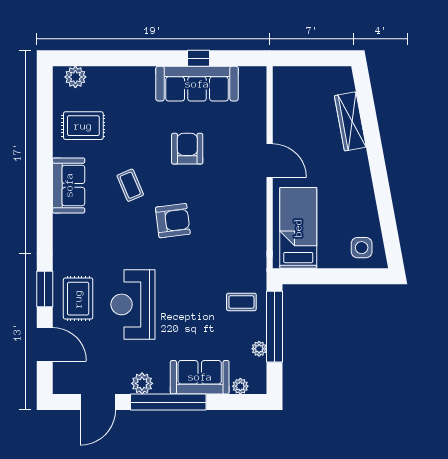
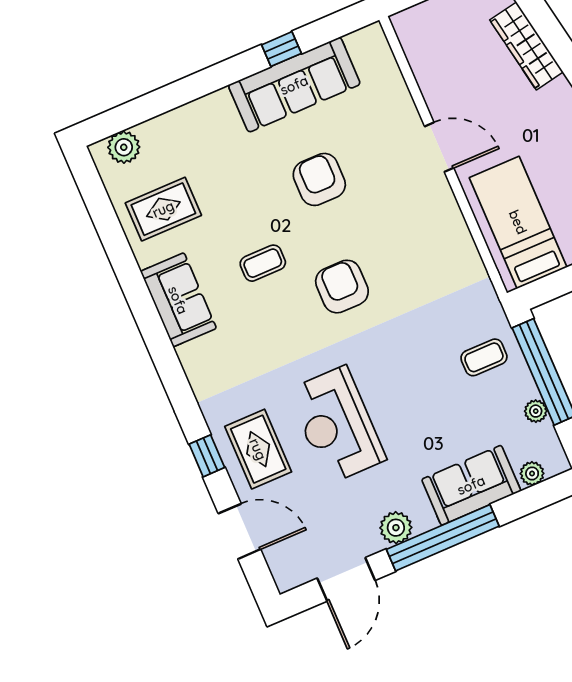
coffee table: (130, 185) -> (263, 263), turned -67
armchair: (173, 221) -> (342, 287), turned -83
window: (45, 289) -> (207, 456), width x0.67

